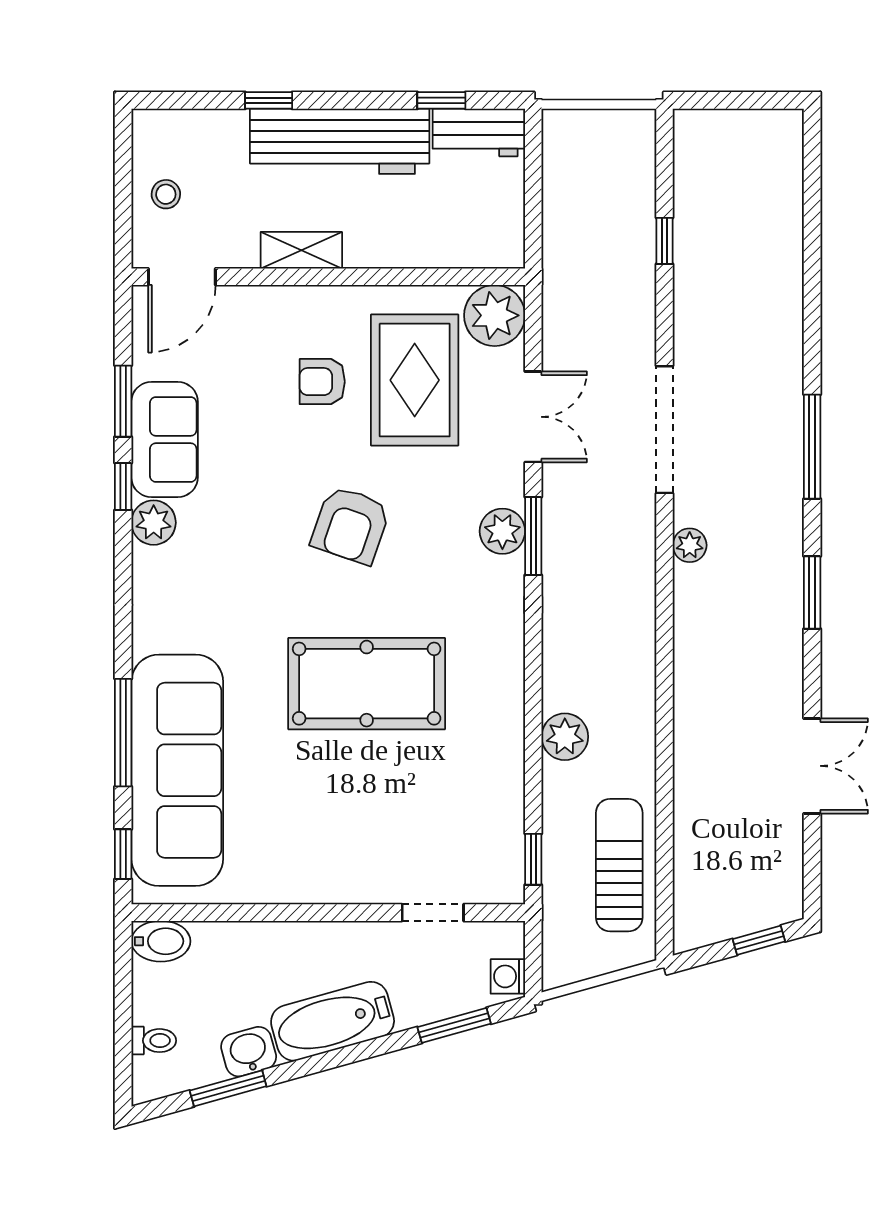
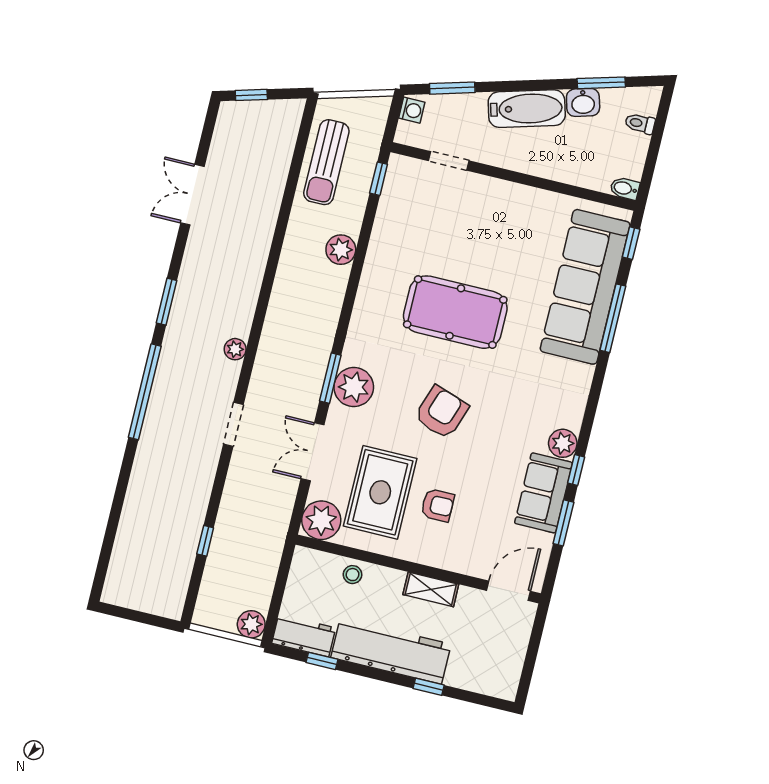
plant: (563, 130) -> (251, 624), added
stool: (166, 194) -> (353, 575), moved
doorway: (665, 430) -> (233, 424), width x0.53
window: (812, 447) -> (145, 392), width x1.46
plant: (502, 531) -> (354, 387), width x1.36, depth x1.36
bidet: (161, 941) -> (625, 188), width x0.72, depth x0.74

